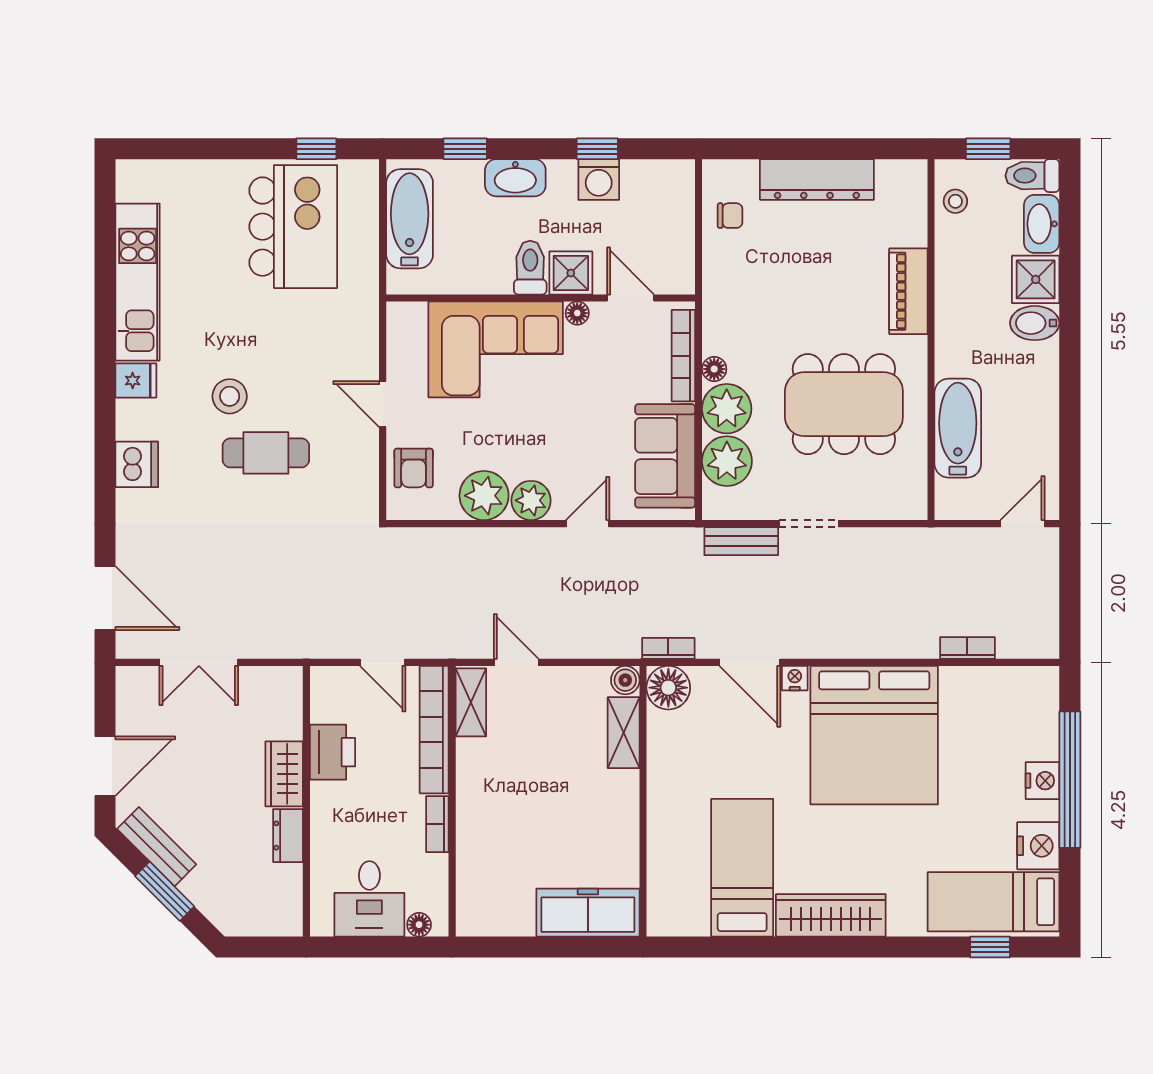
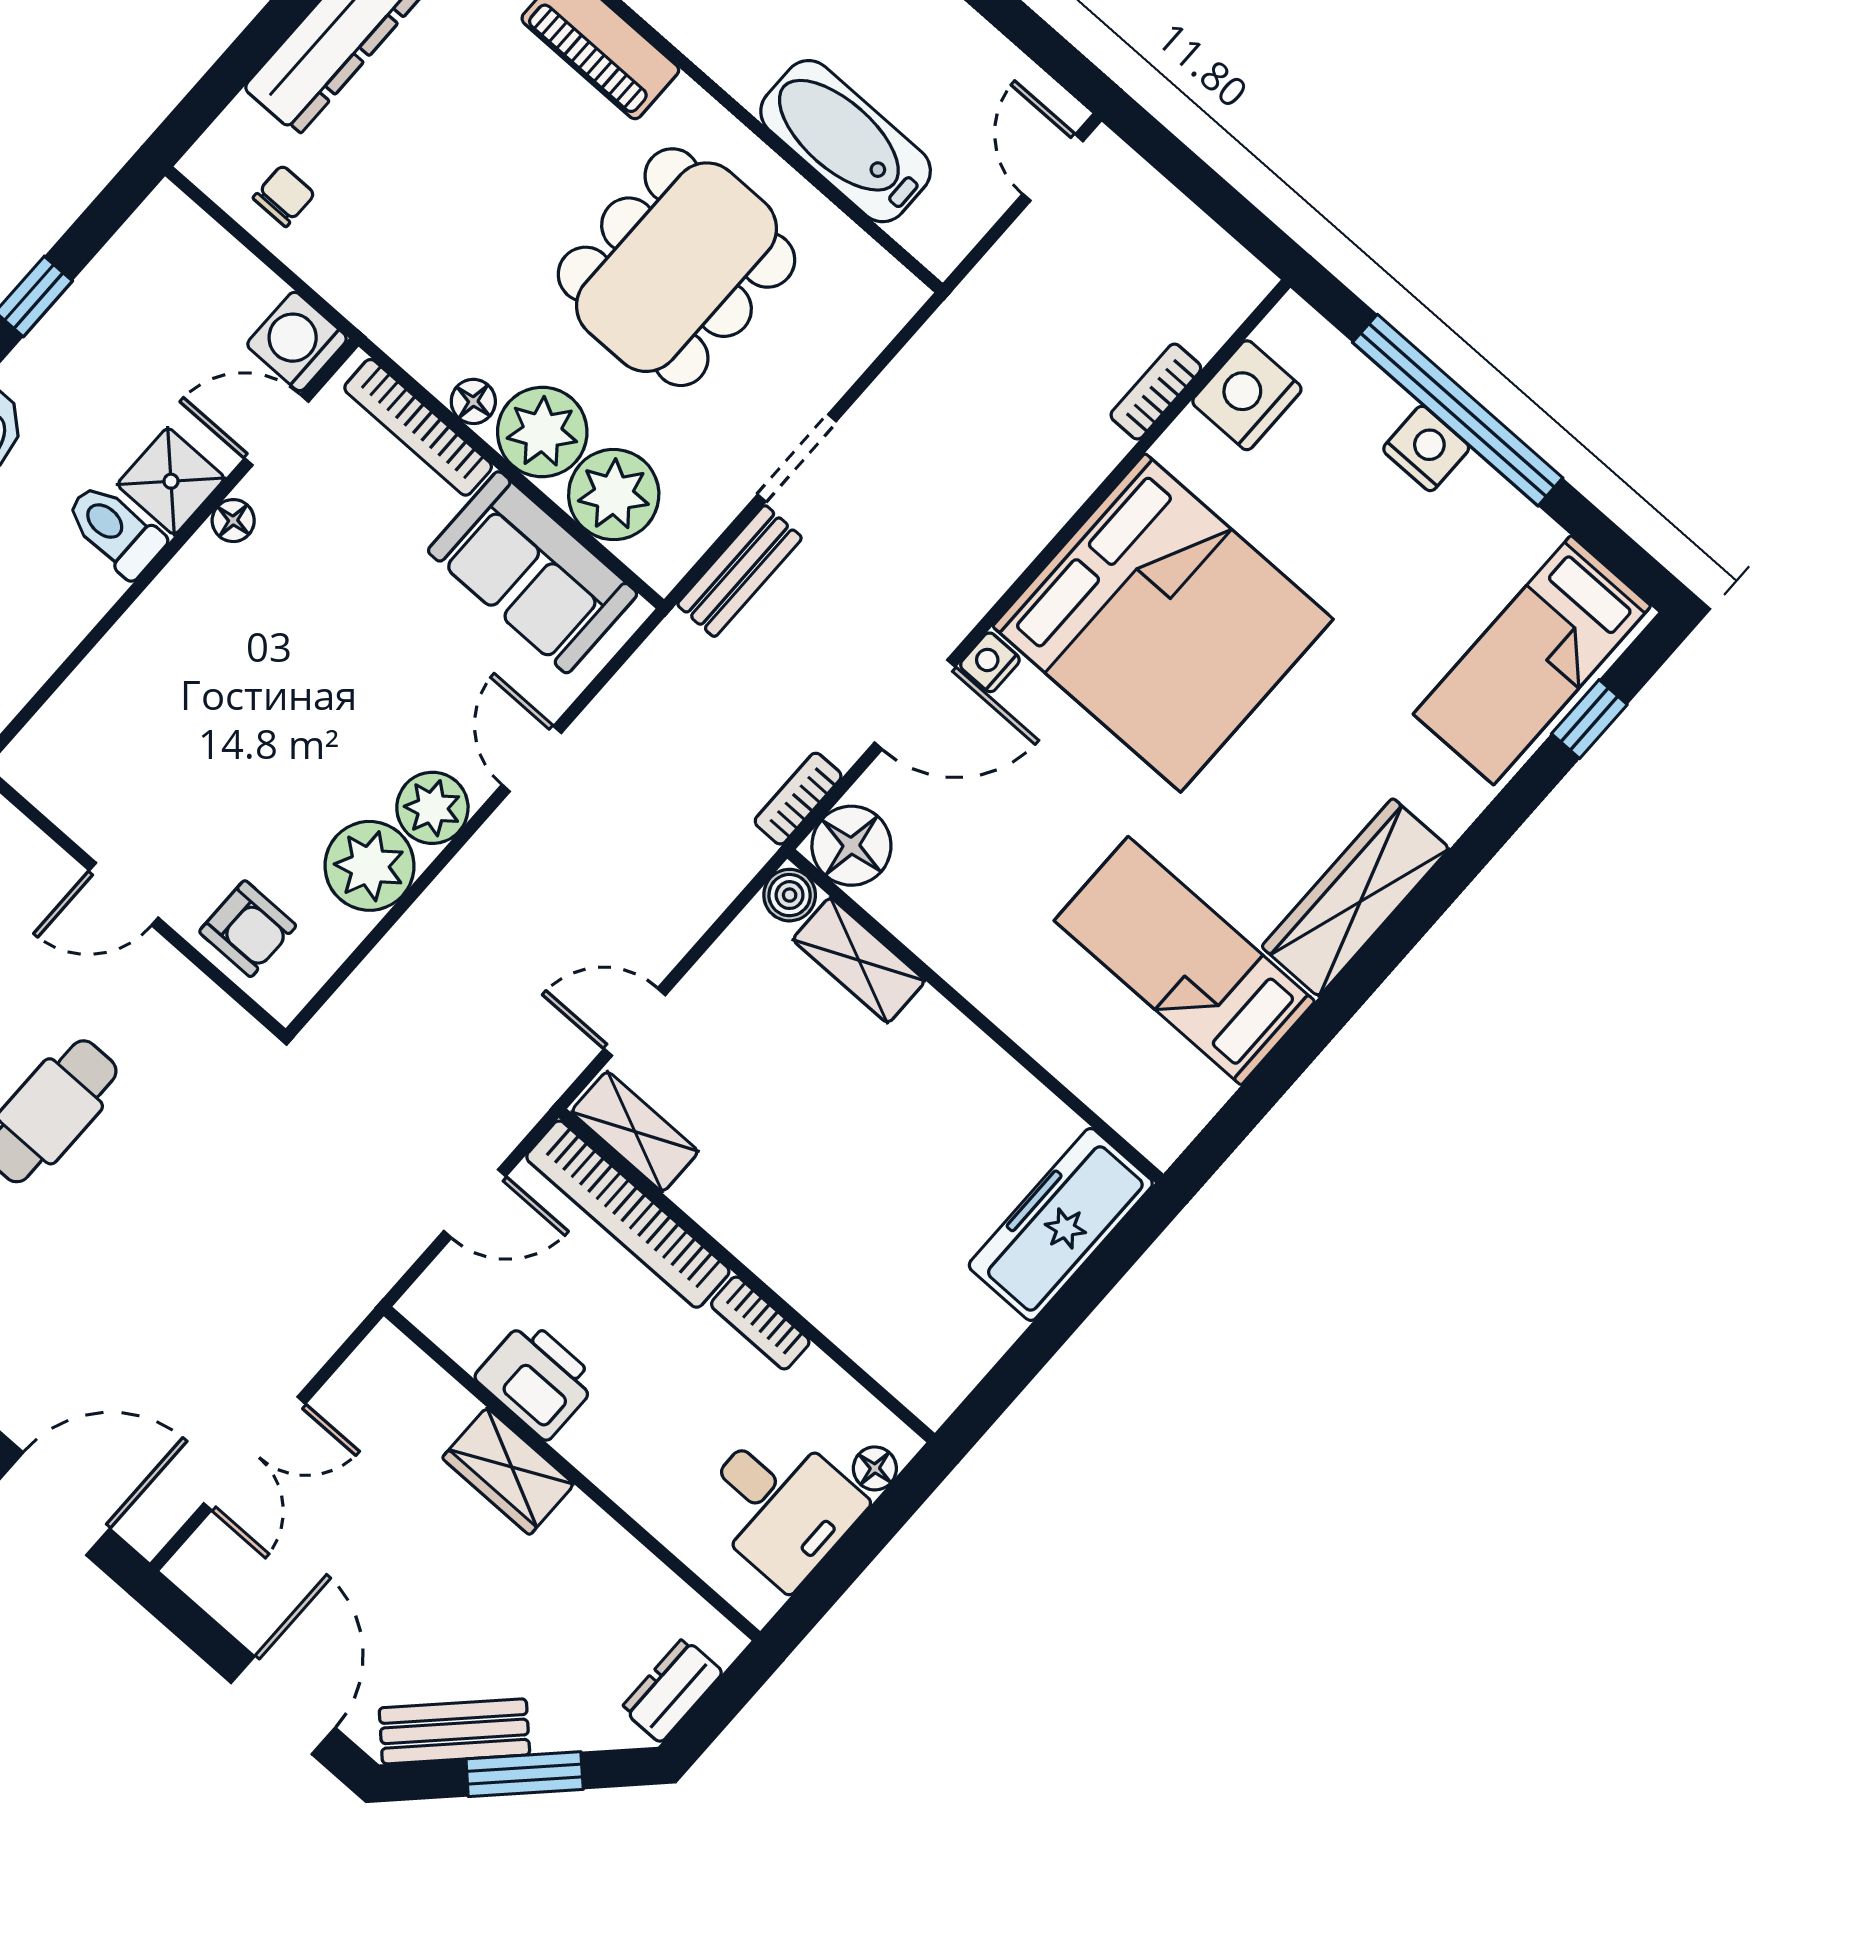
washing machine: (599, 180) -> (297, 341), moved, turned 180
corner sofa: (496, 349) -> (185, 675), removed
dresser: (288, 836) -> (672, 1690), moved, turned 90
nightstand: (1038, 846) -> (1247, 395), moved, turned -90

